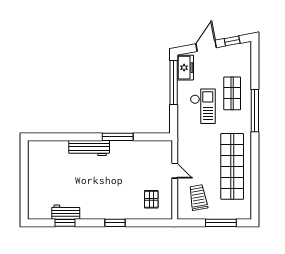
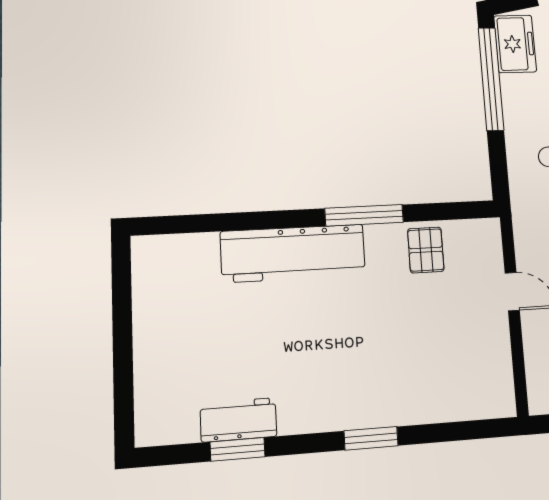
workbench: (89, 148) -> (293, 253), width x1.36, depth x1.32
pallet: (151, 199) -> (426, 250), moved

